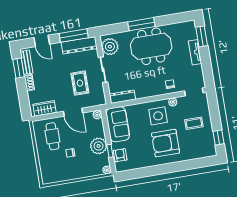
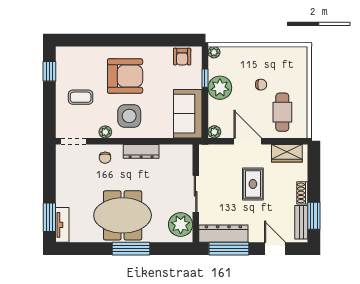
tv unit: (195, 52) -> (62, 225), moved
rug: (80, 83) -> (253, 184), moved
dresser: (122, 97) -> (141, 151), moved
armchair: (120, 155) -> (182, 57), moved

